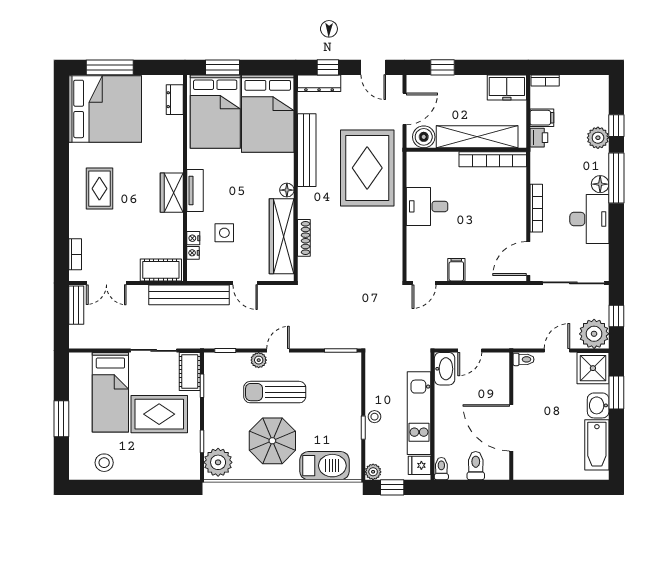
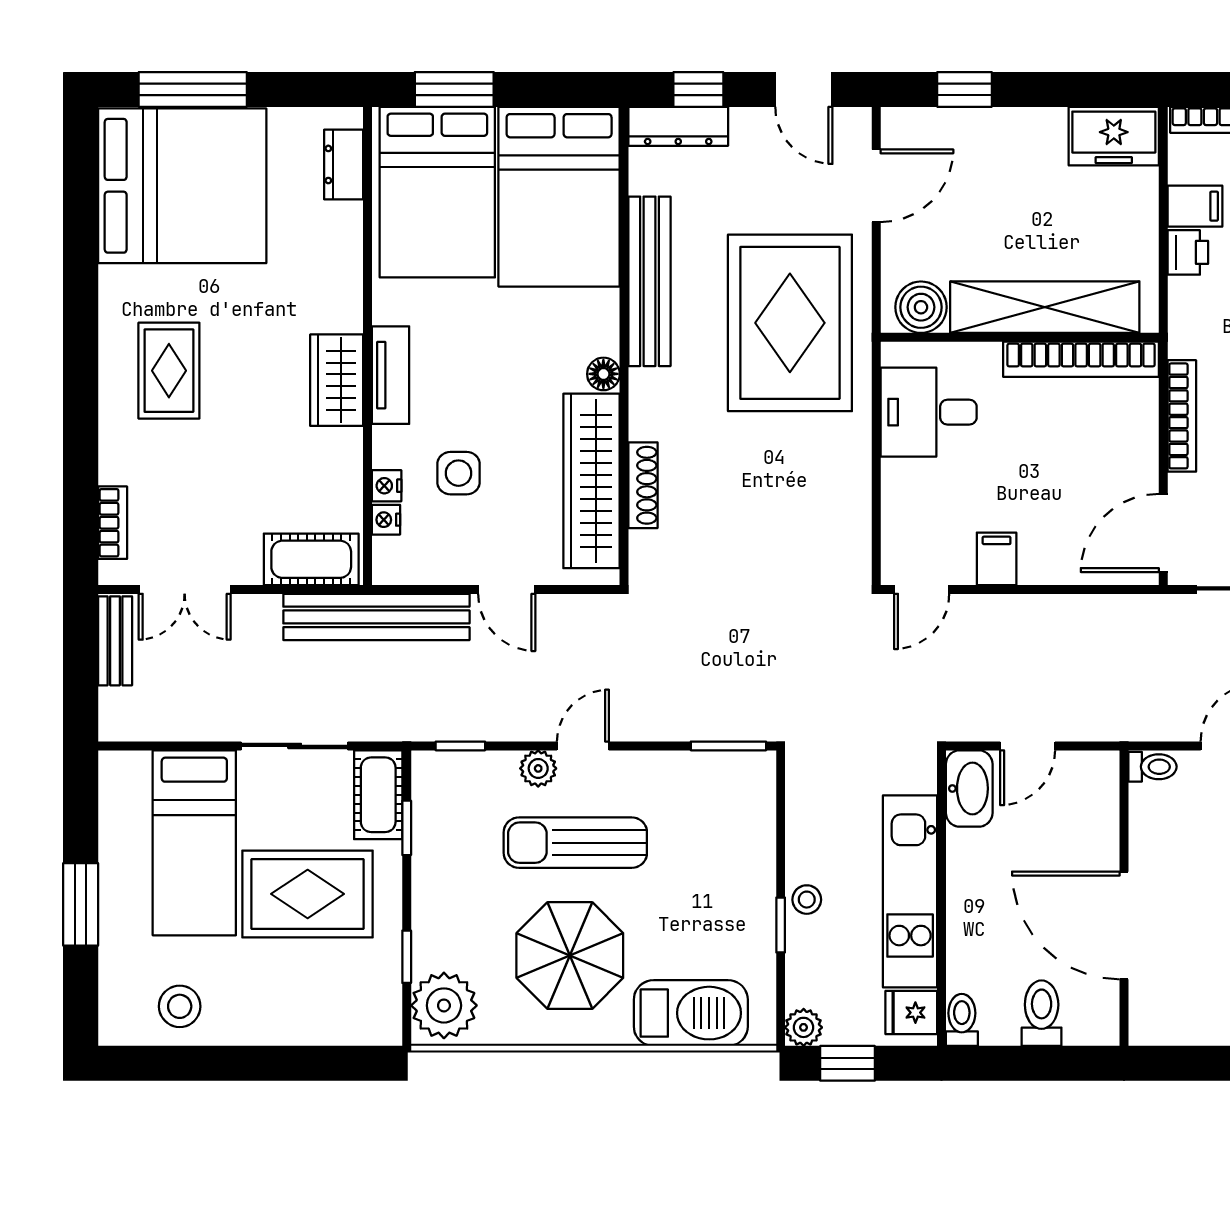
boiler: (424, 137) -> (921, 307), moved
shelving: (477, 137) -> (1045, 307), moved
wall: (466, 150) -> (1020, 337), moved
bookcase: (493, 159) -> (1081, 359), moved

